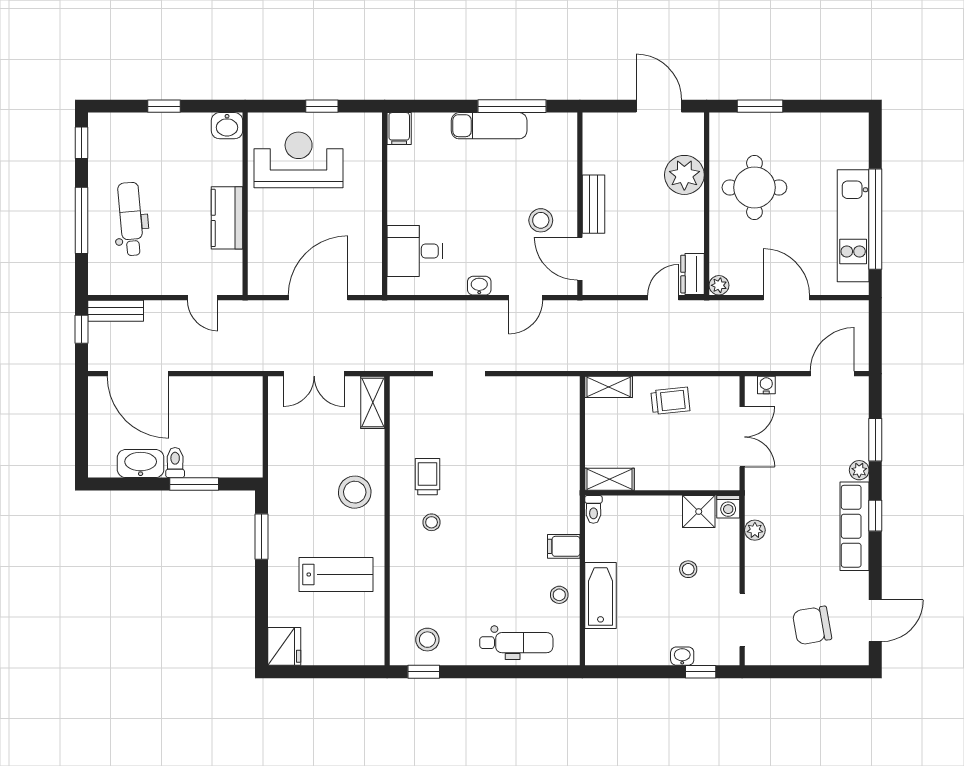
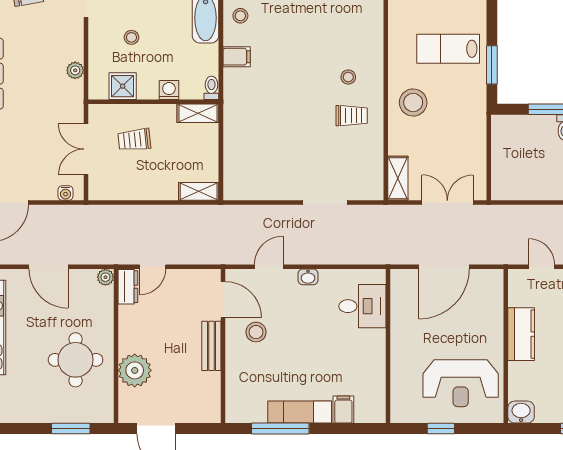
filing cabinet: (399, 129) -> (343, 410), moved
trolley: (670, 401) -> (134, 140), moved
trolley: (427, 477) -> (352, 116), turned -90
washing machine: (728, 507) -> (169, 90), moved
lab bench: (336, 575) -> (448, 49), moved

